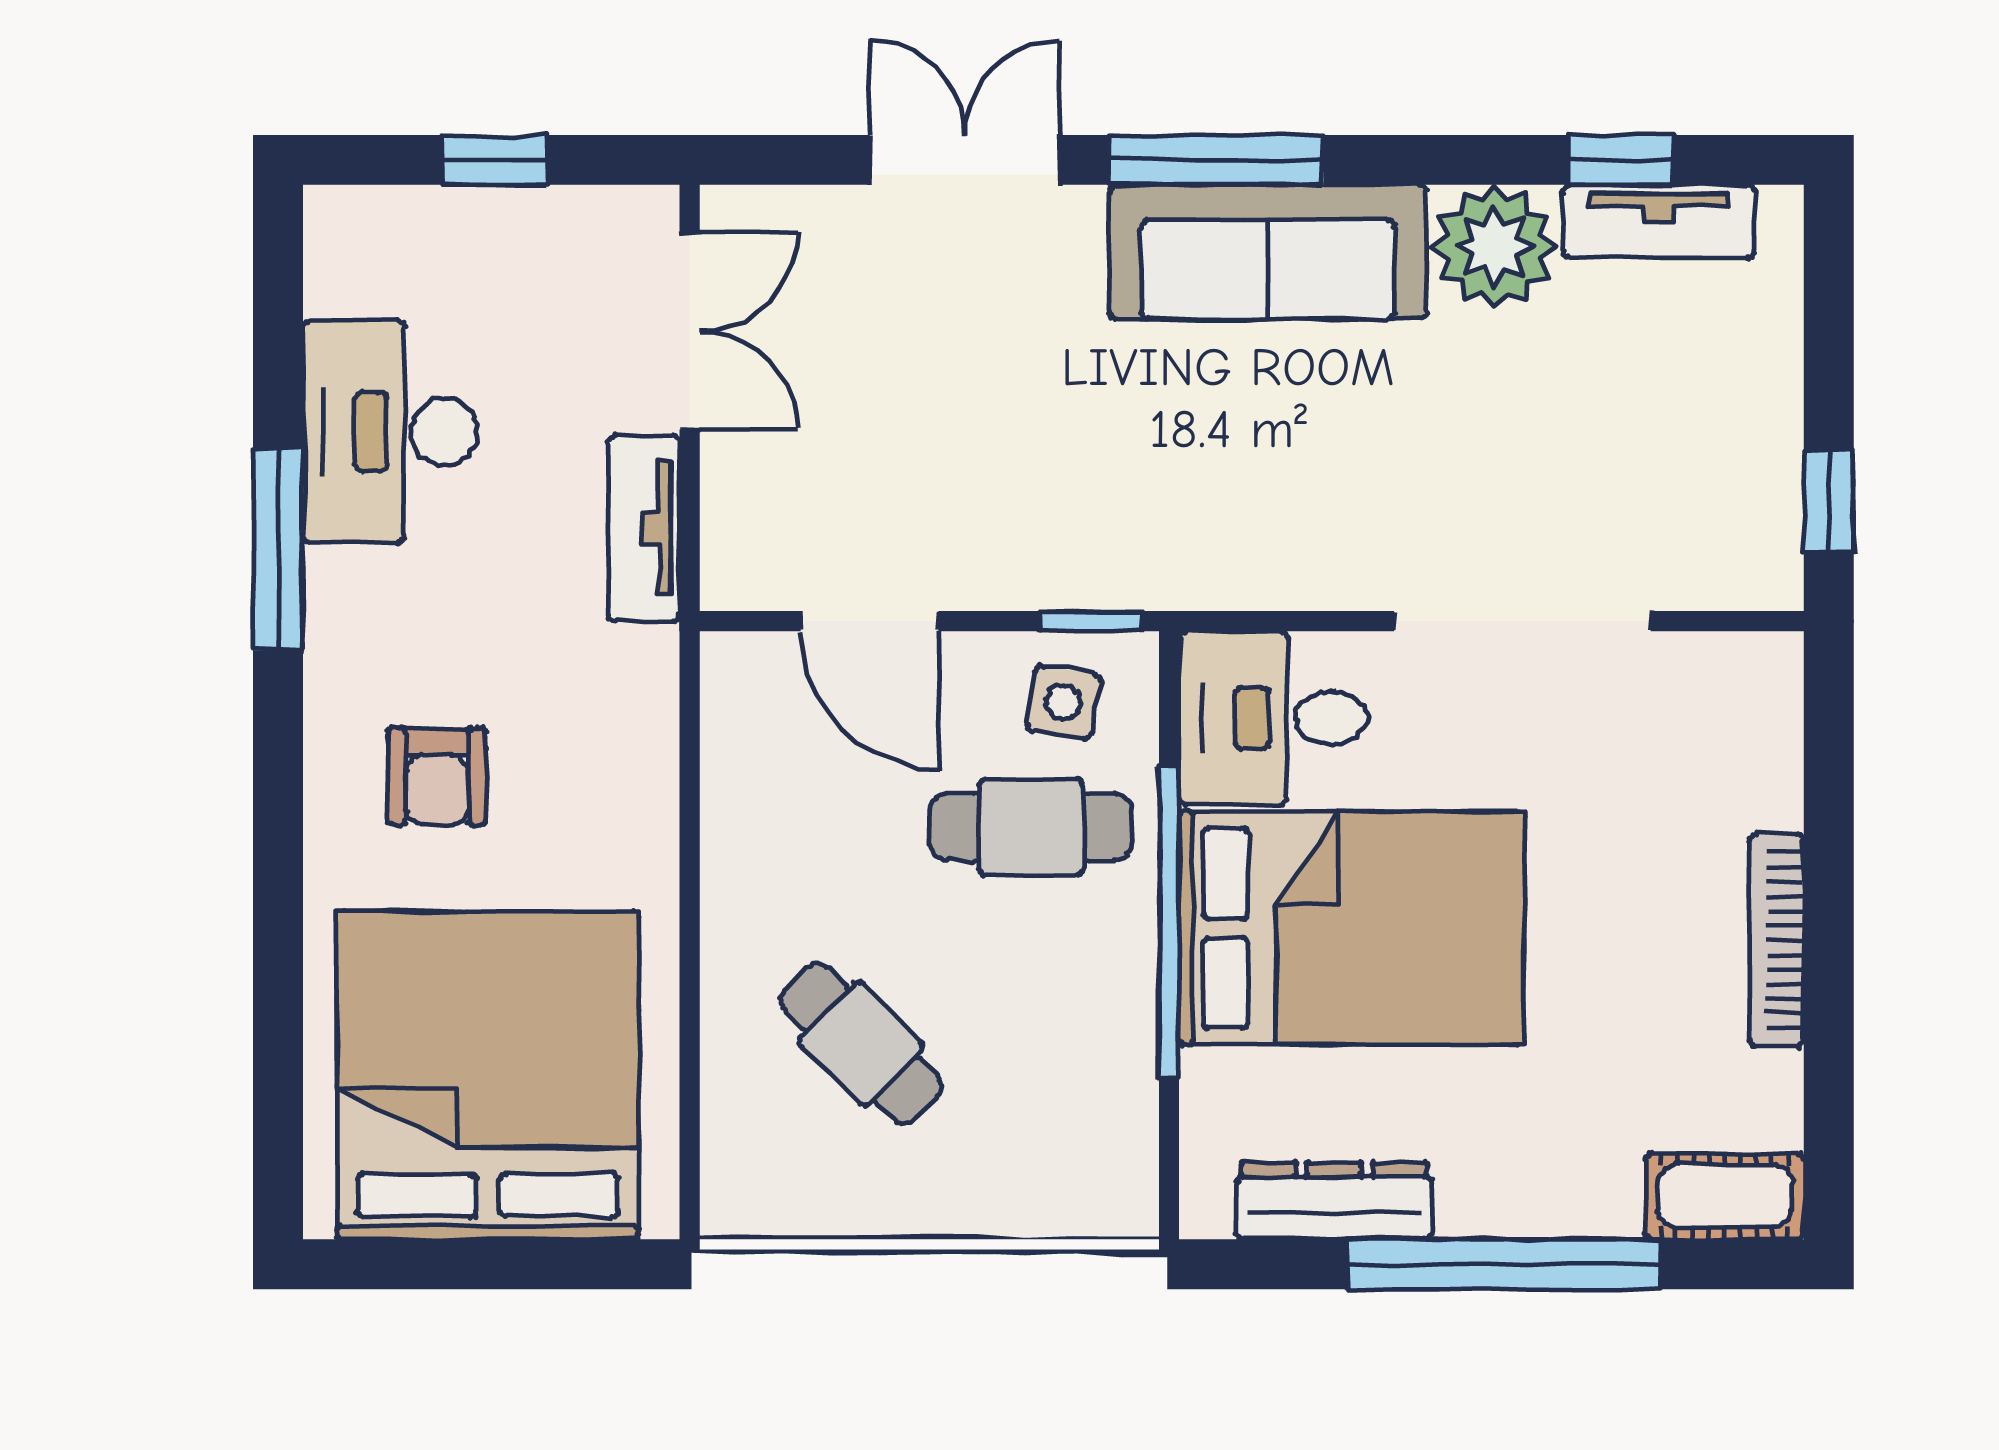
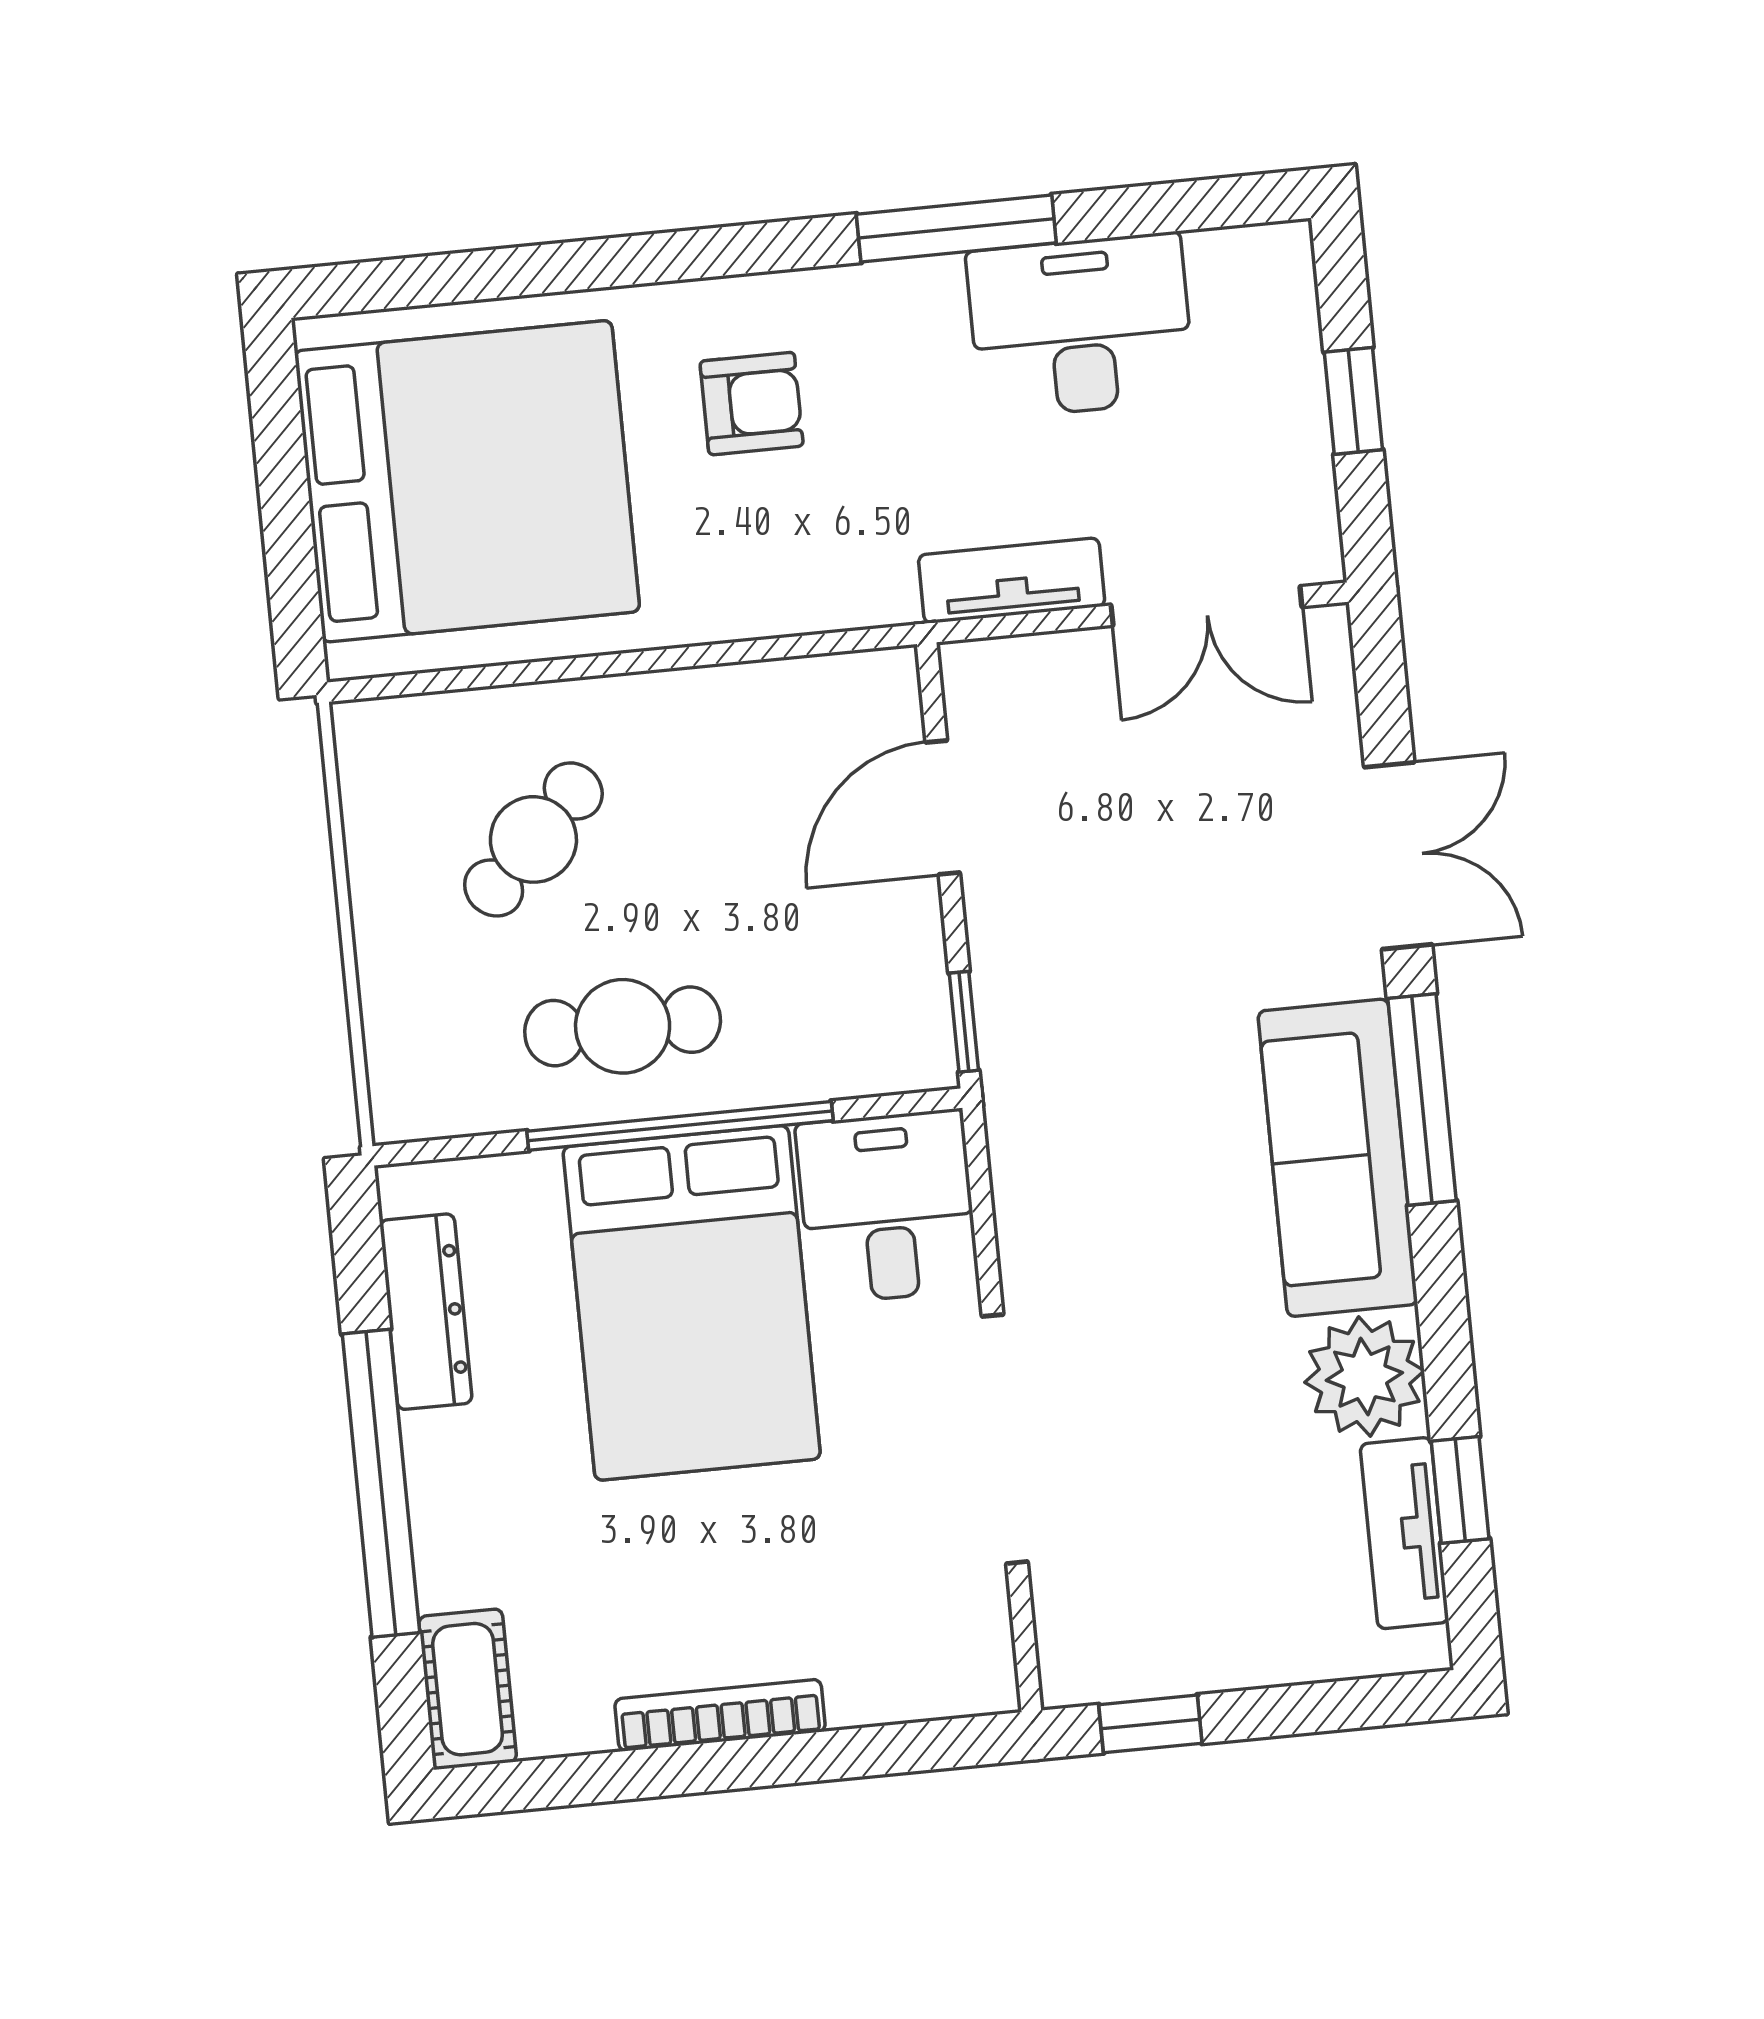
side table: (1063, 702) -> (883, 1003), removed
armchair: (437, 776) -> (752, 404), turned 180
cafe table: (1031, 827) -> (623, 1026), moved, turned 90

